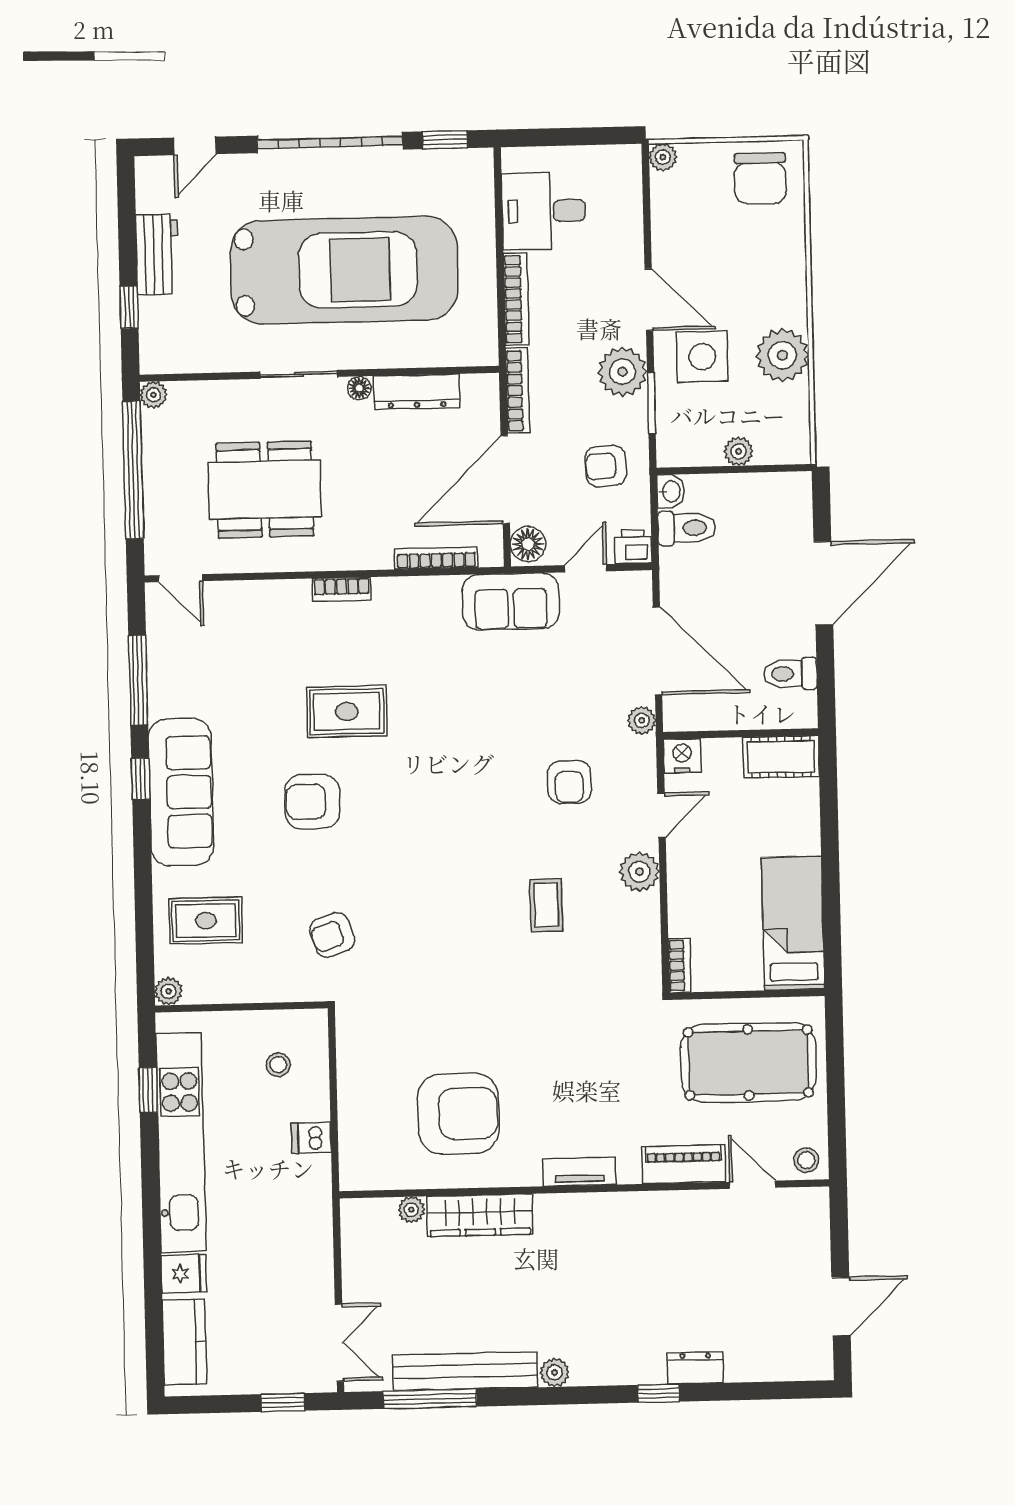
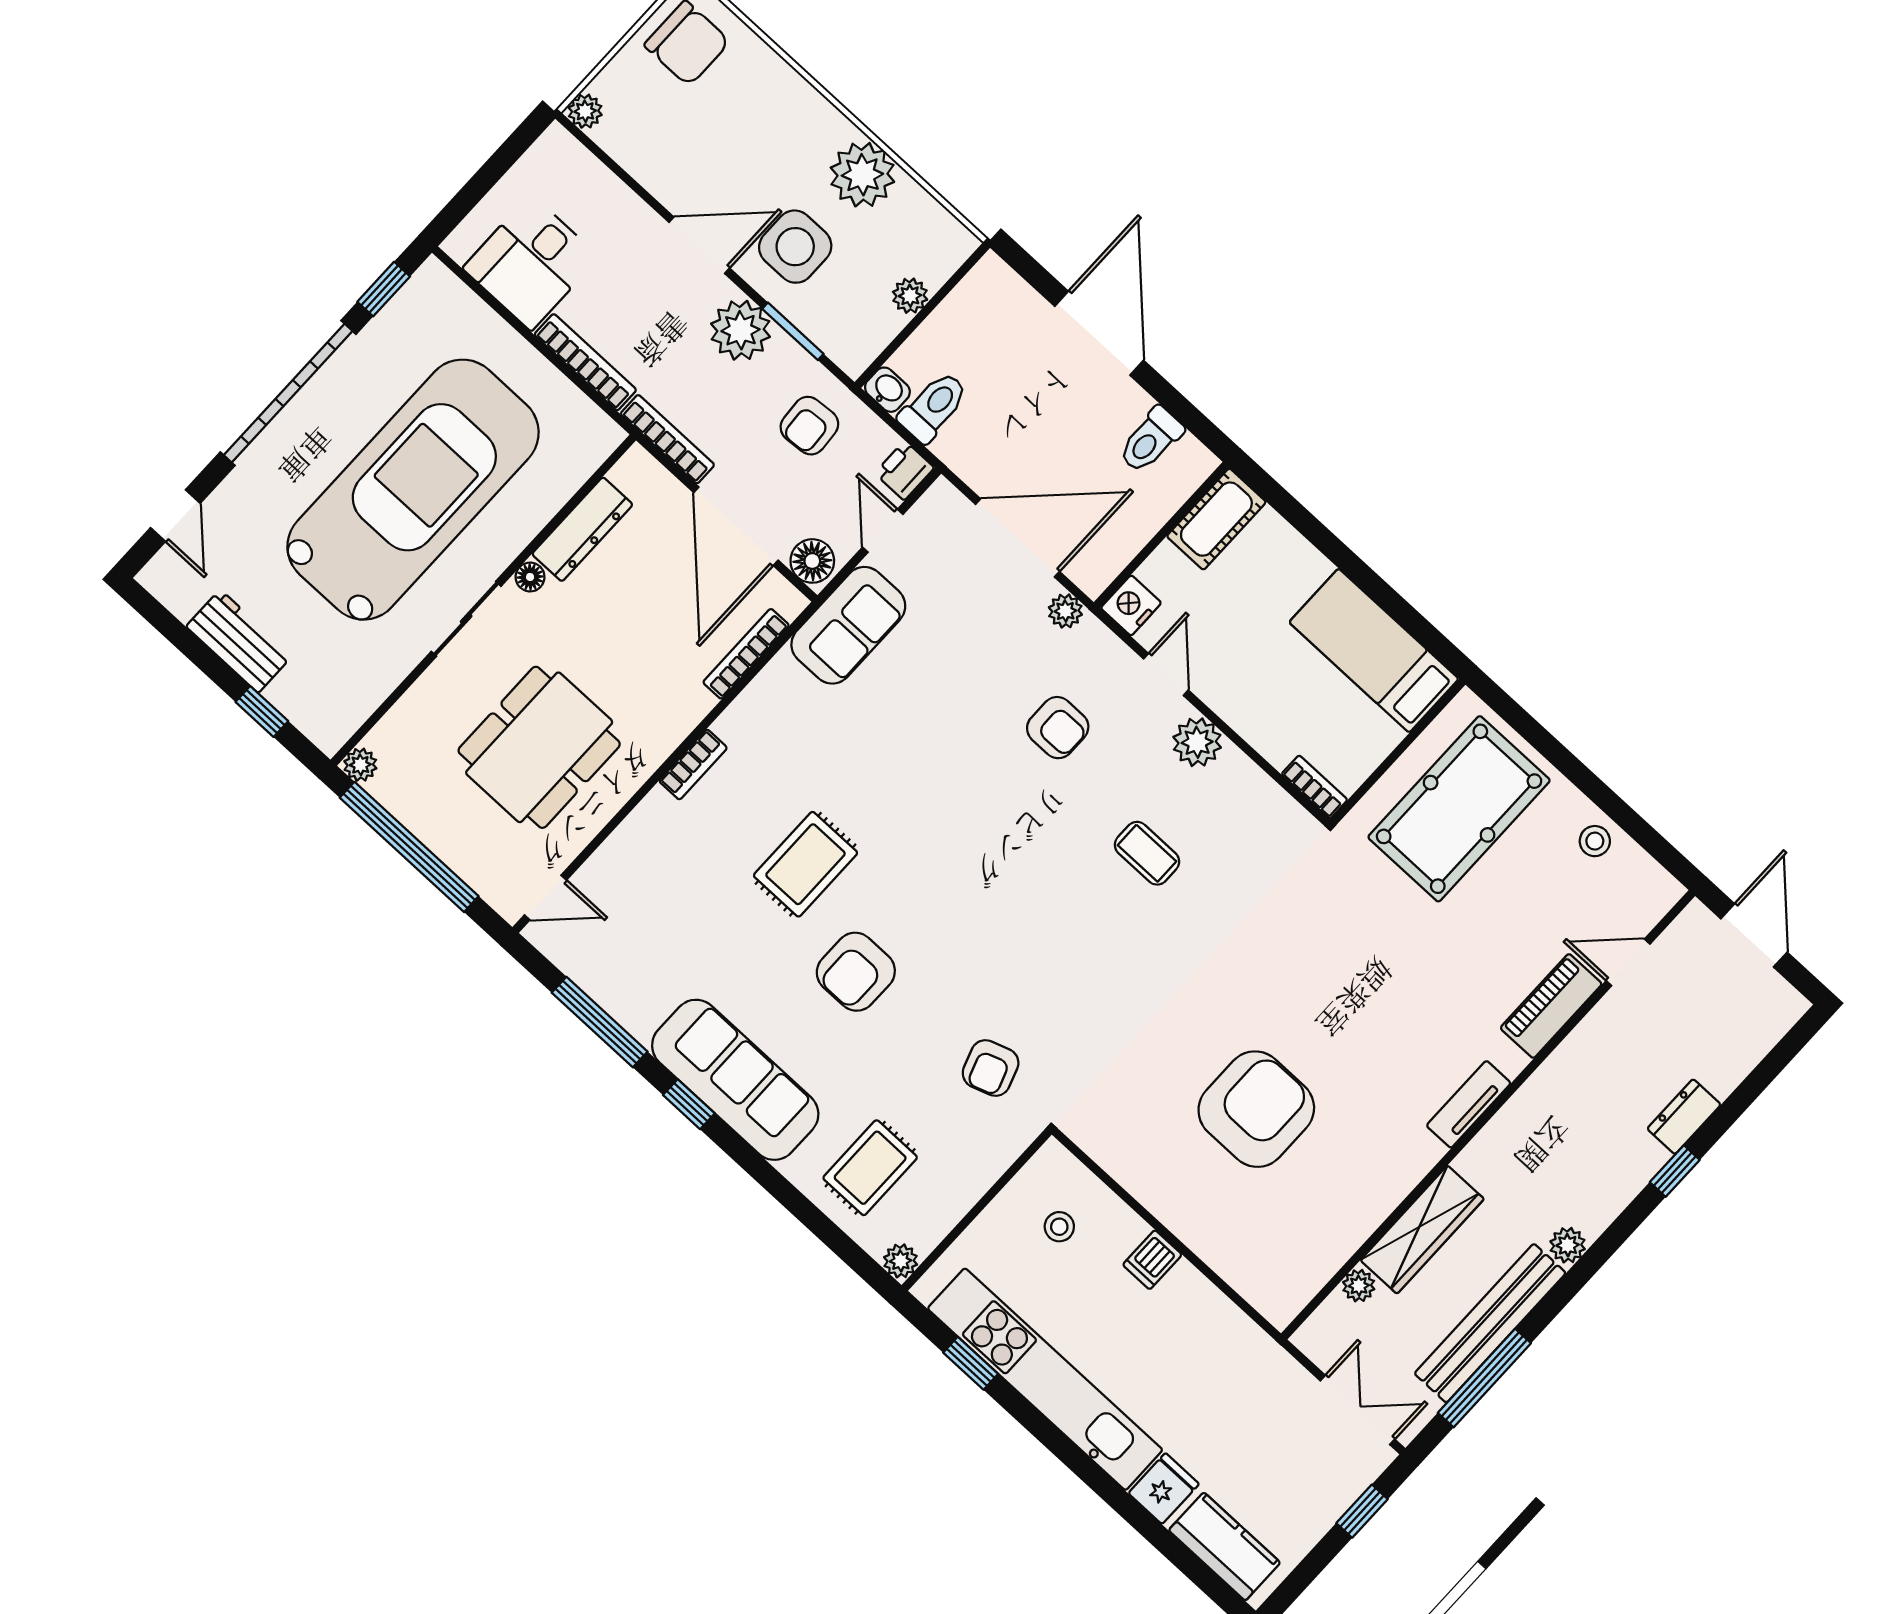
piano: (684, 1164) -> (1551, 1006), moved
tv unit: (579, 1172) -> (1469, 1104), moved
door: (753, 1185) -> (1628, 962), moved
wall: (584, 1189) -> (1488, 1115), moved
plant: (411, 1210) -> (1359, 1286), moved
wardrobe: (480, 1215) -> (1422, 1230), moved

